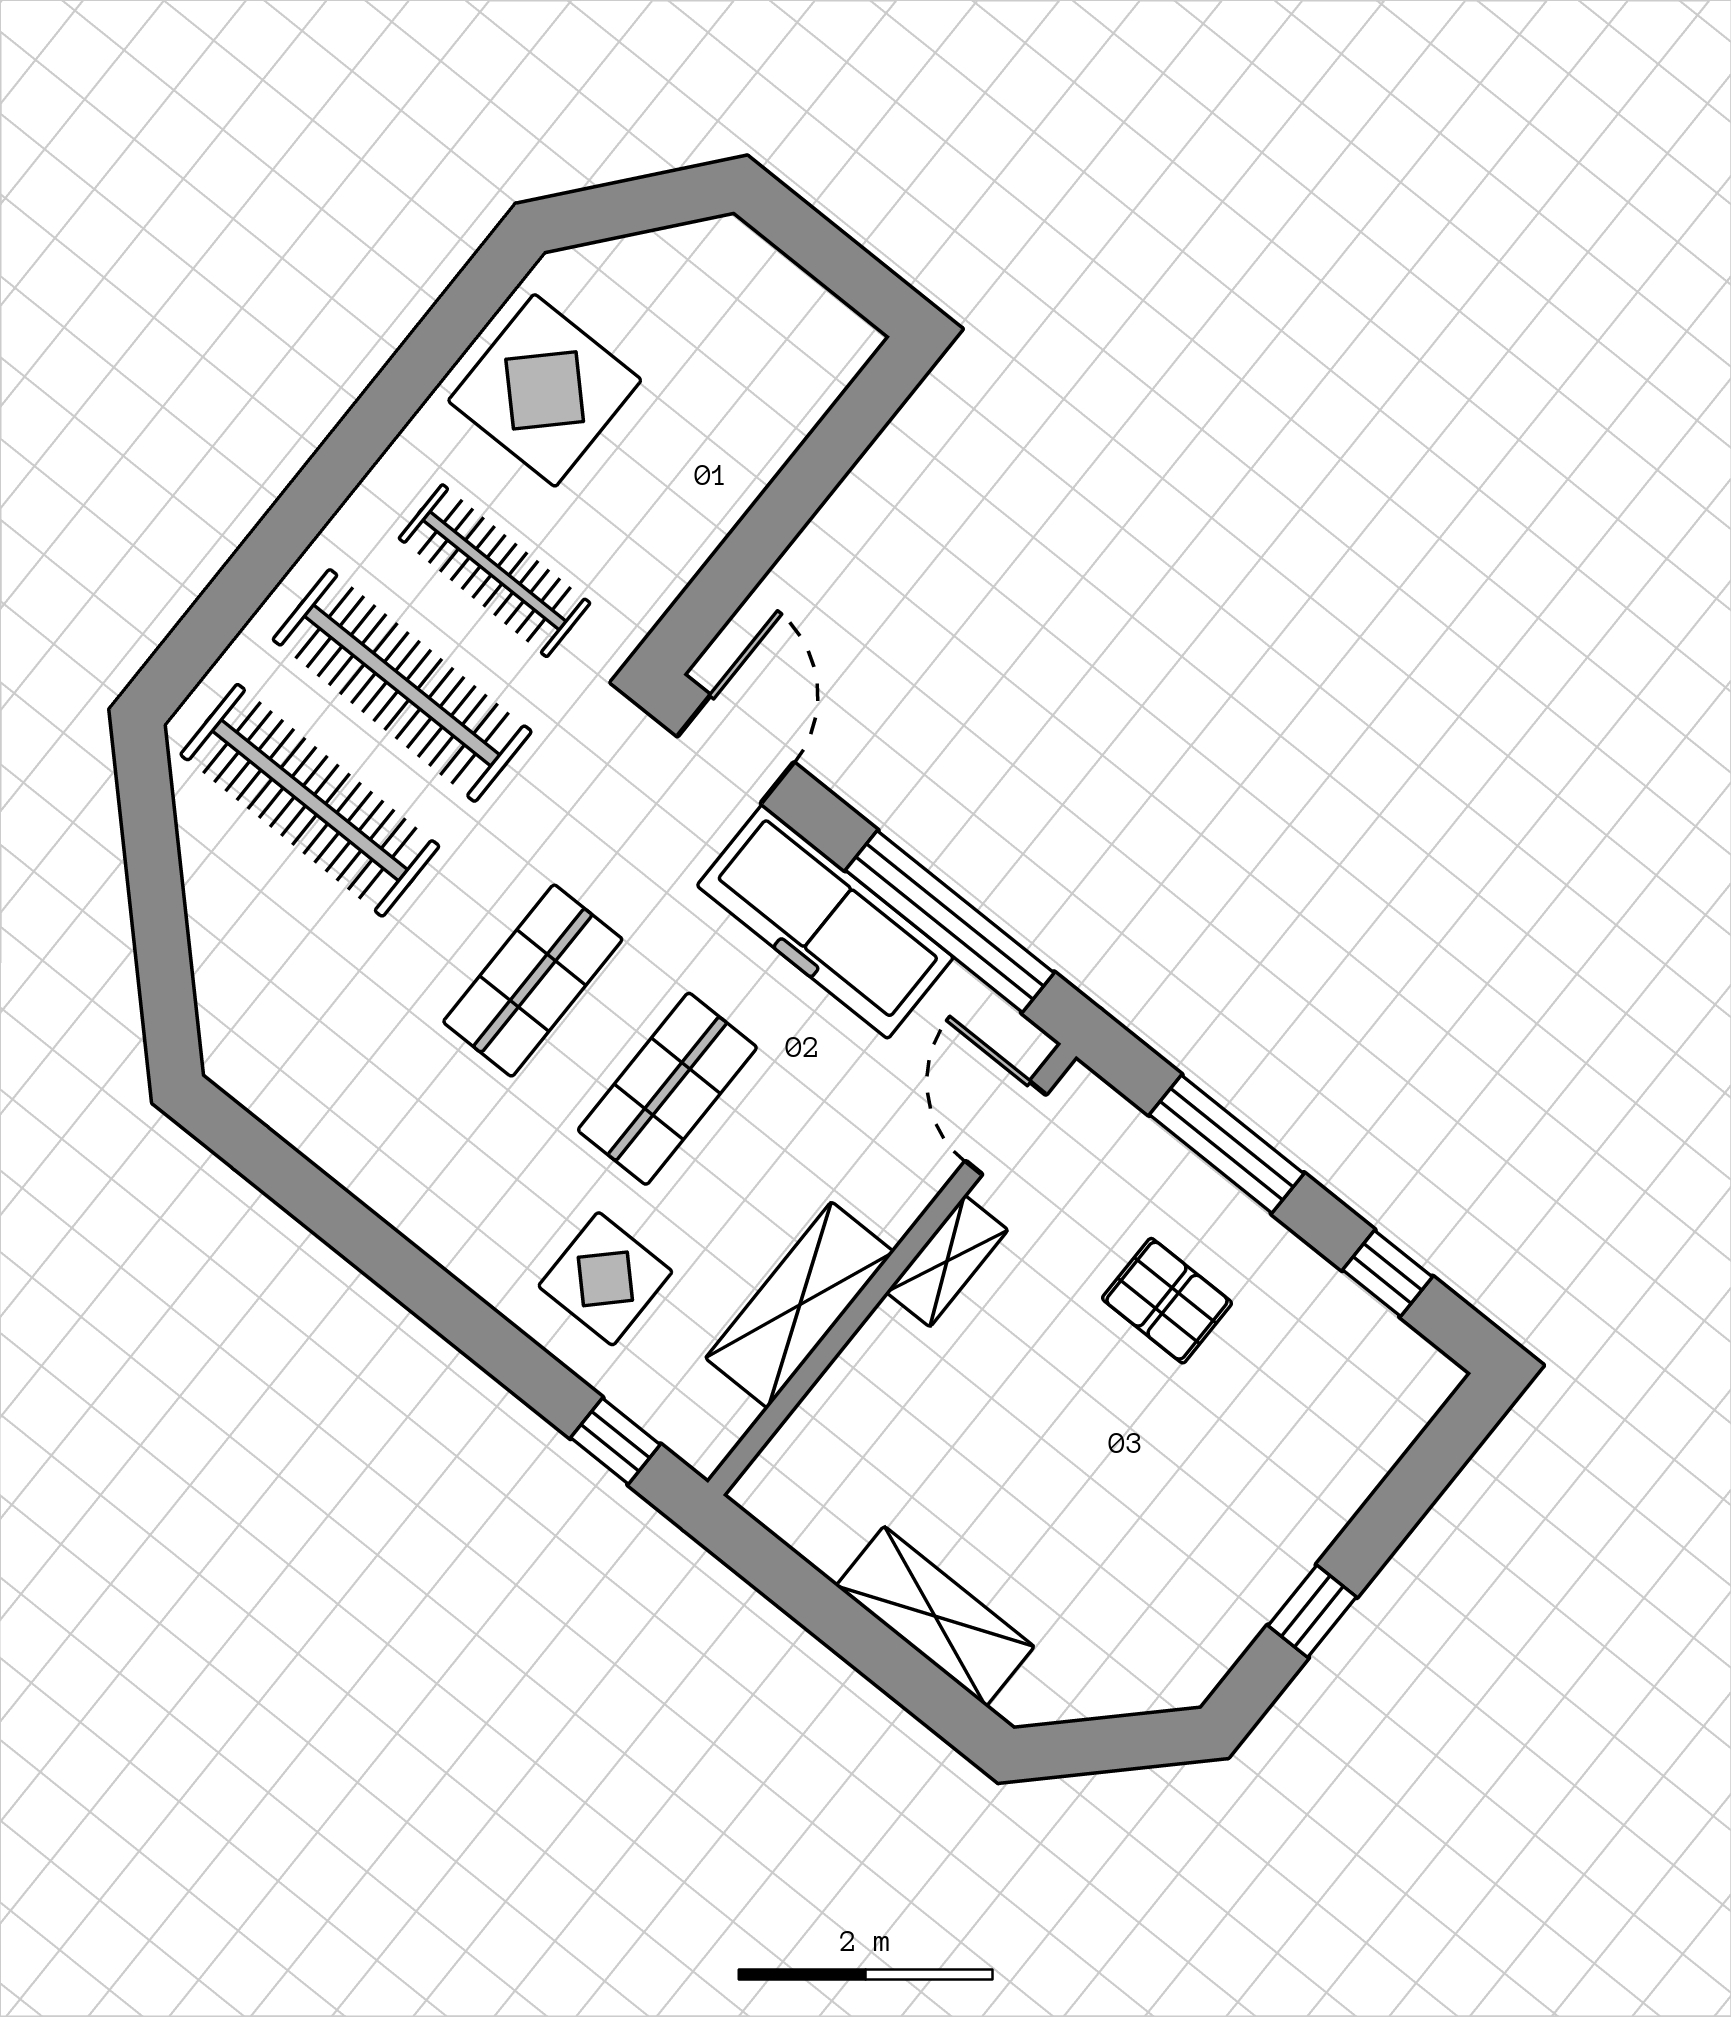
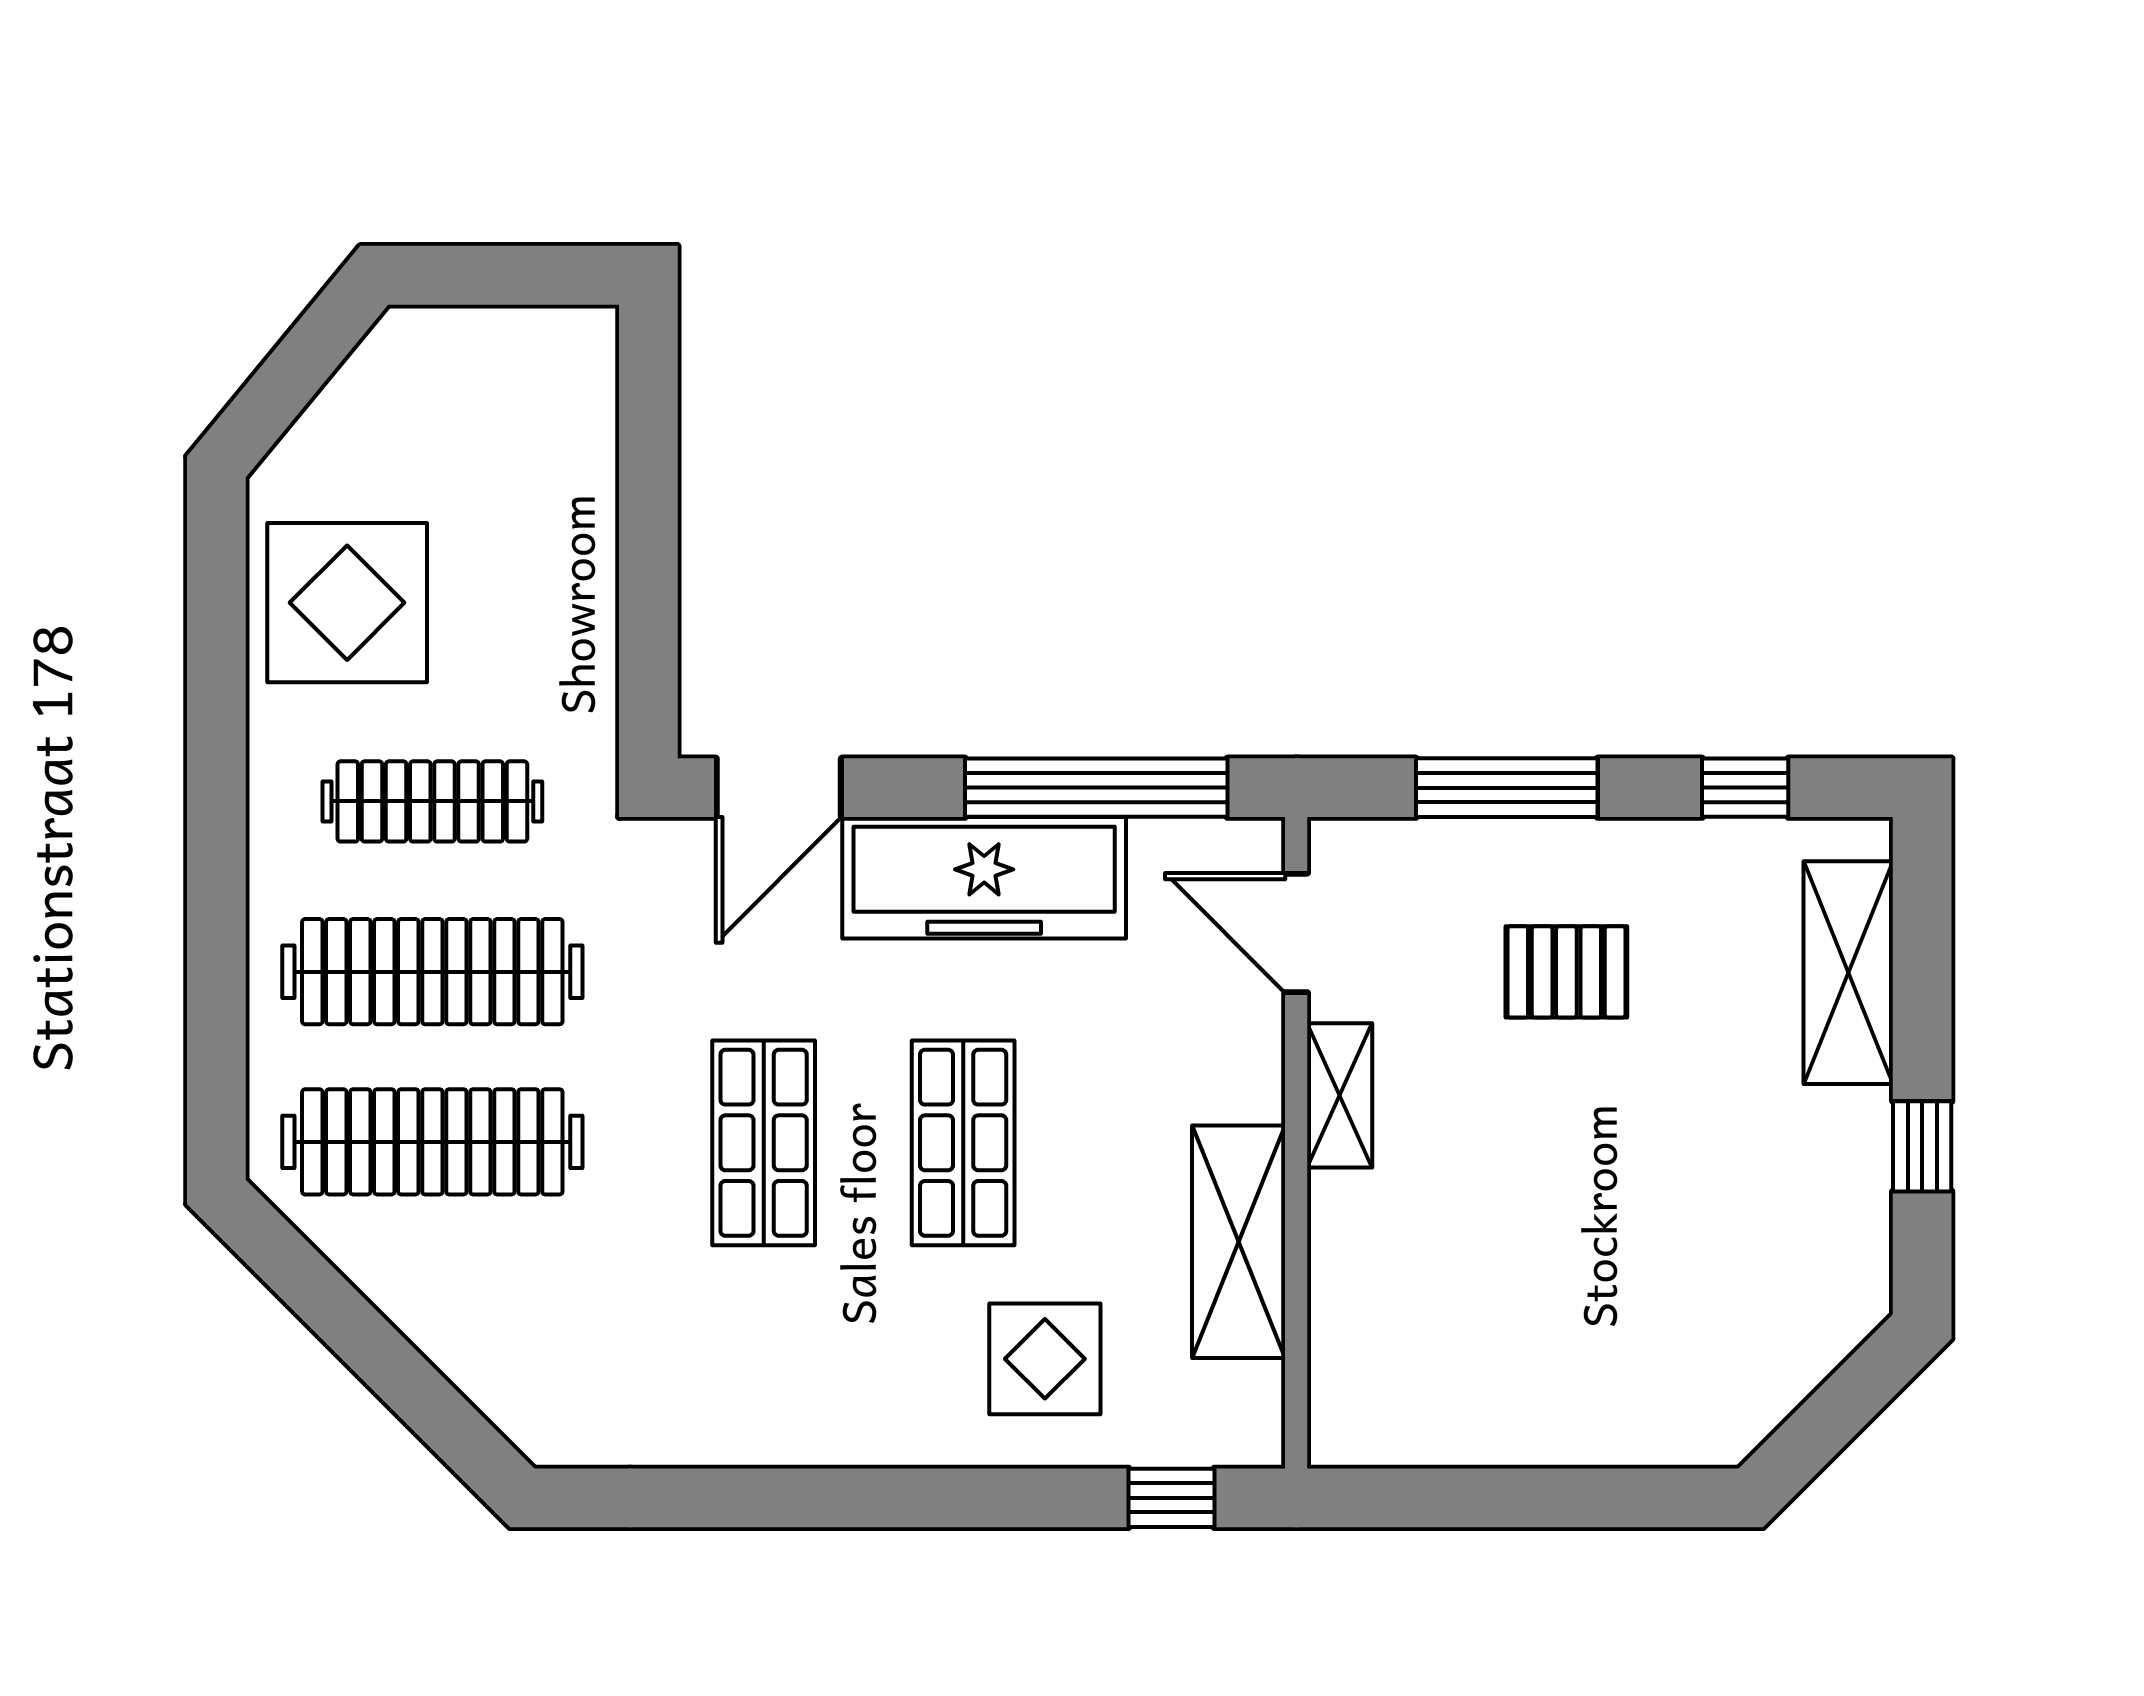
door: (736, 749) -> (779, 788), swing flipped
shelving: (935, 1616) -> (1848, 973), moved, turned 90

